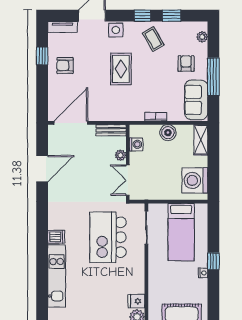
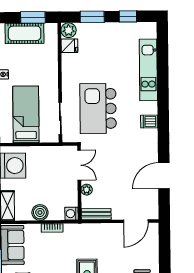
door: (71, 123) -> (136, 221), width x0.73
washing machine: (136, 144) -> (71, 214), moved
dishwasher: (56, 237) -> (149, 122), moved
kitchen island: (108, 237) -> (98, 109), turned 180

